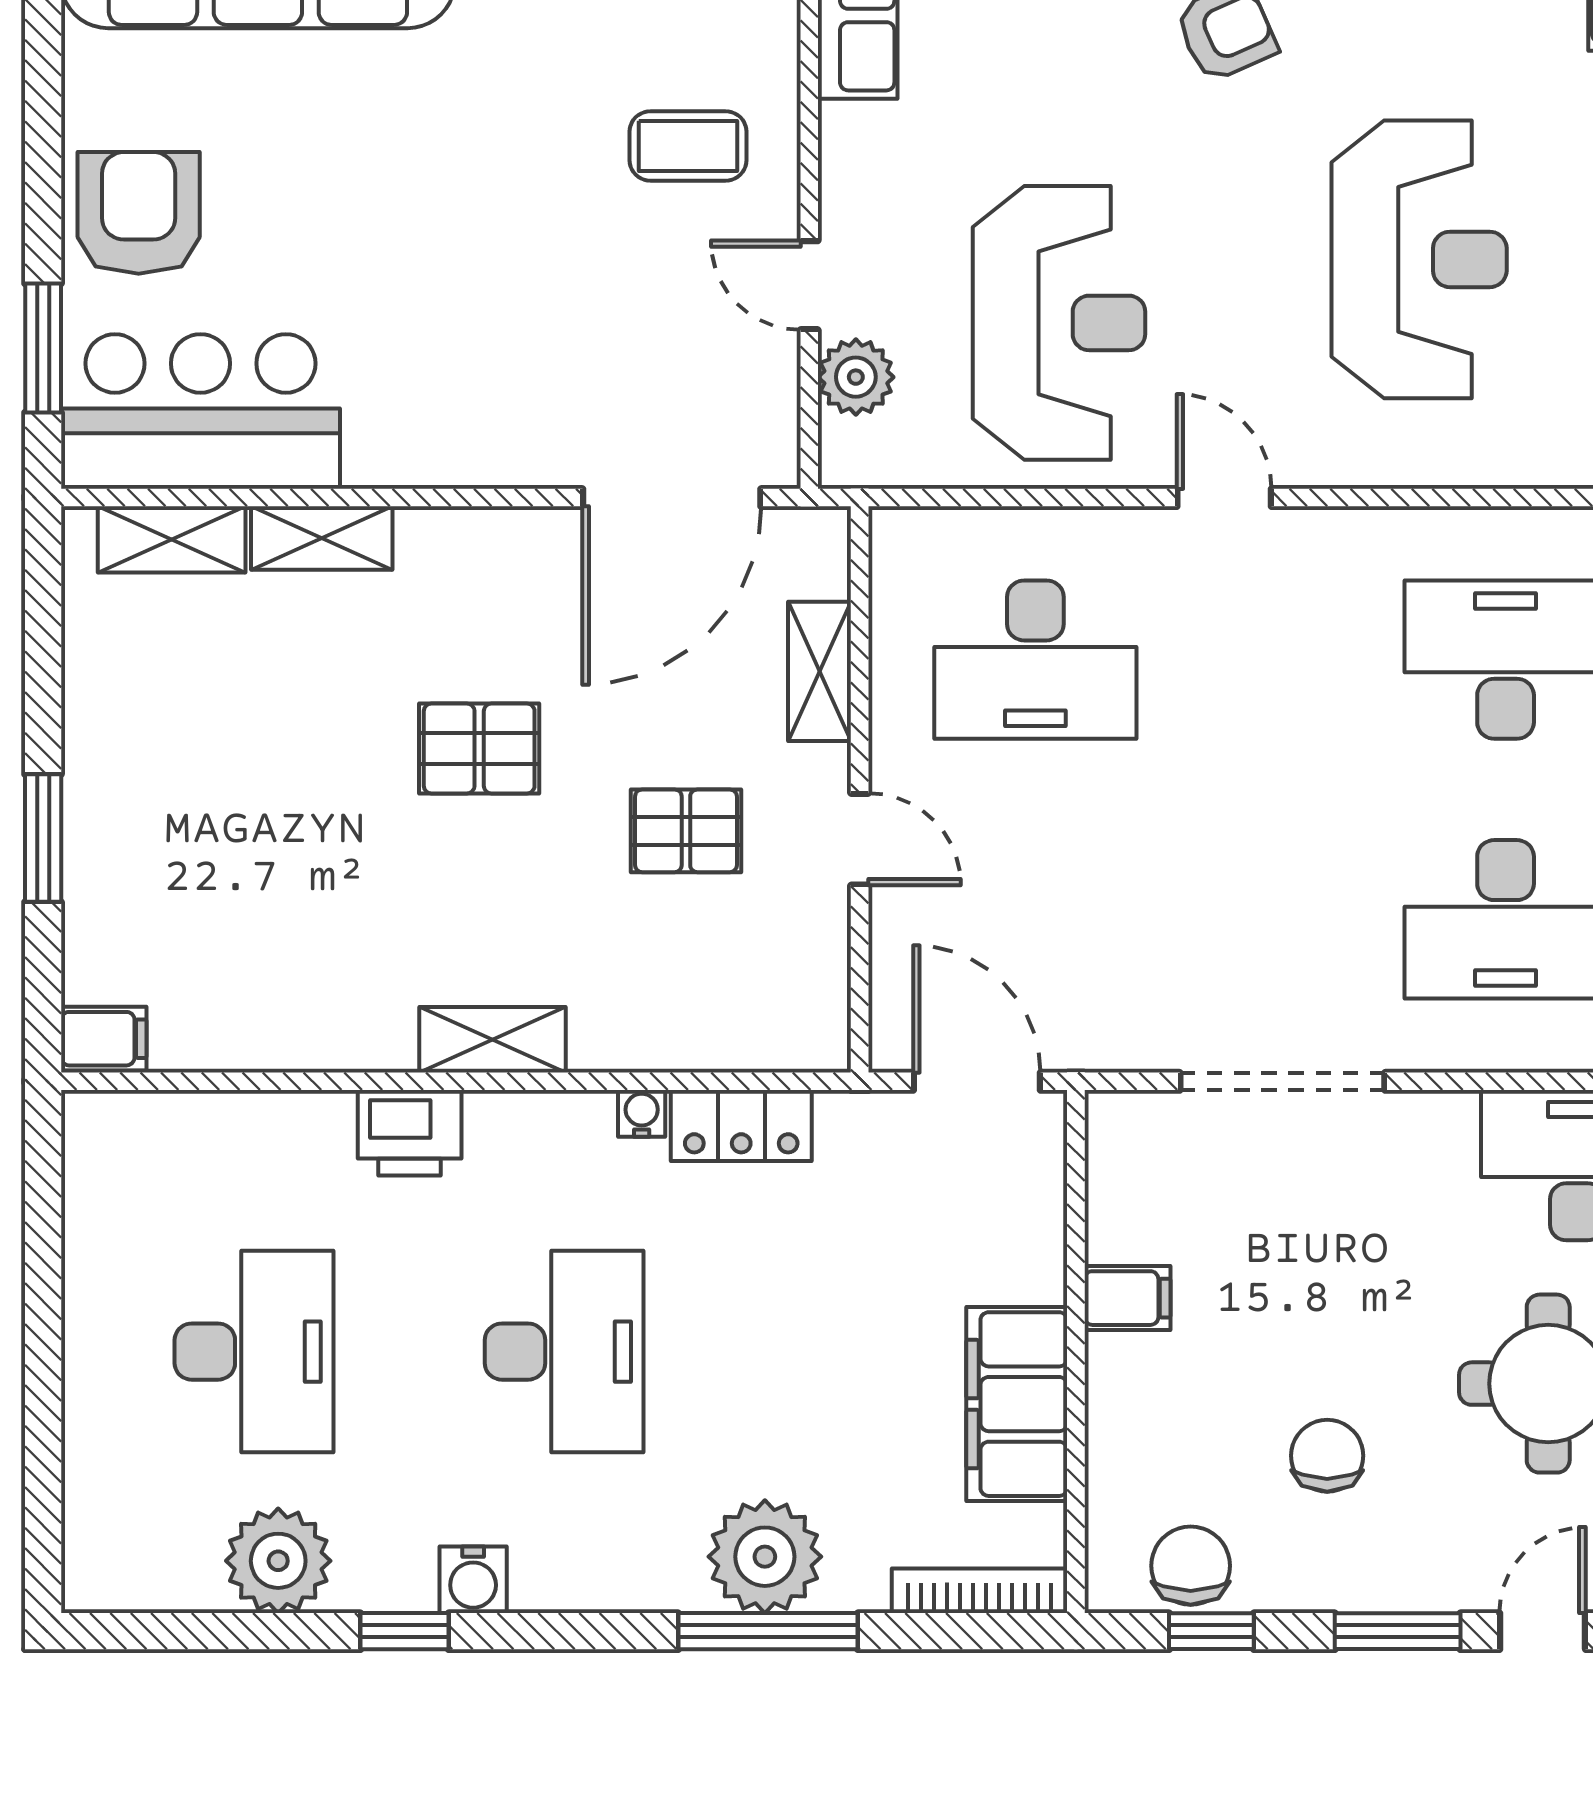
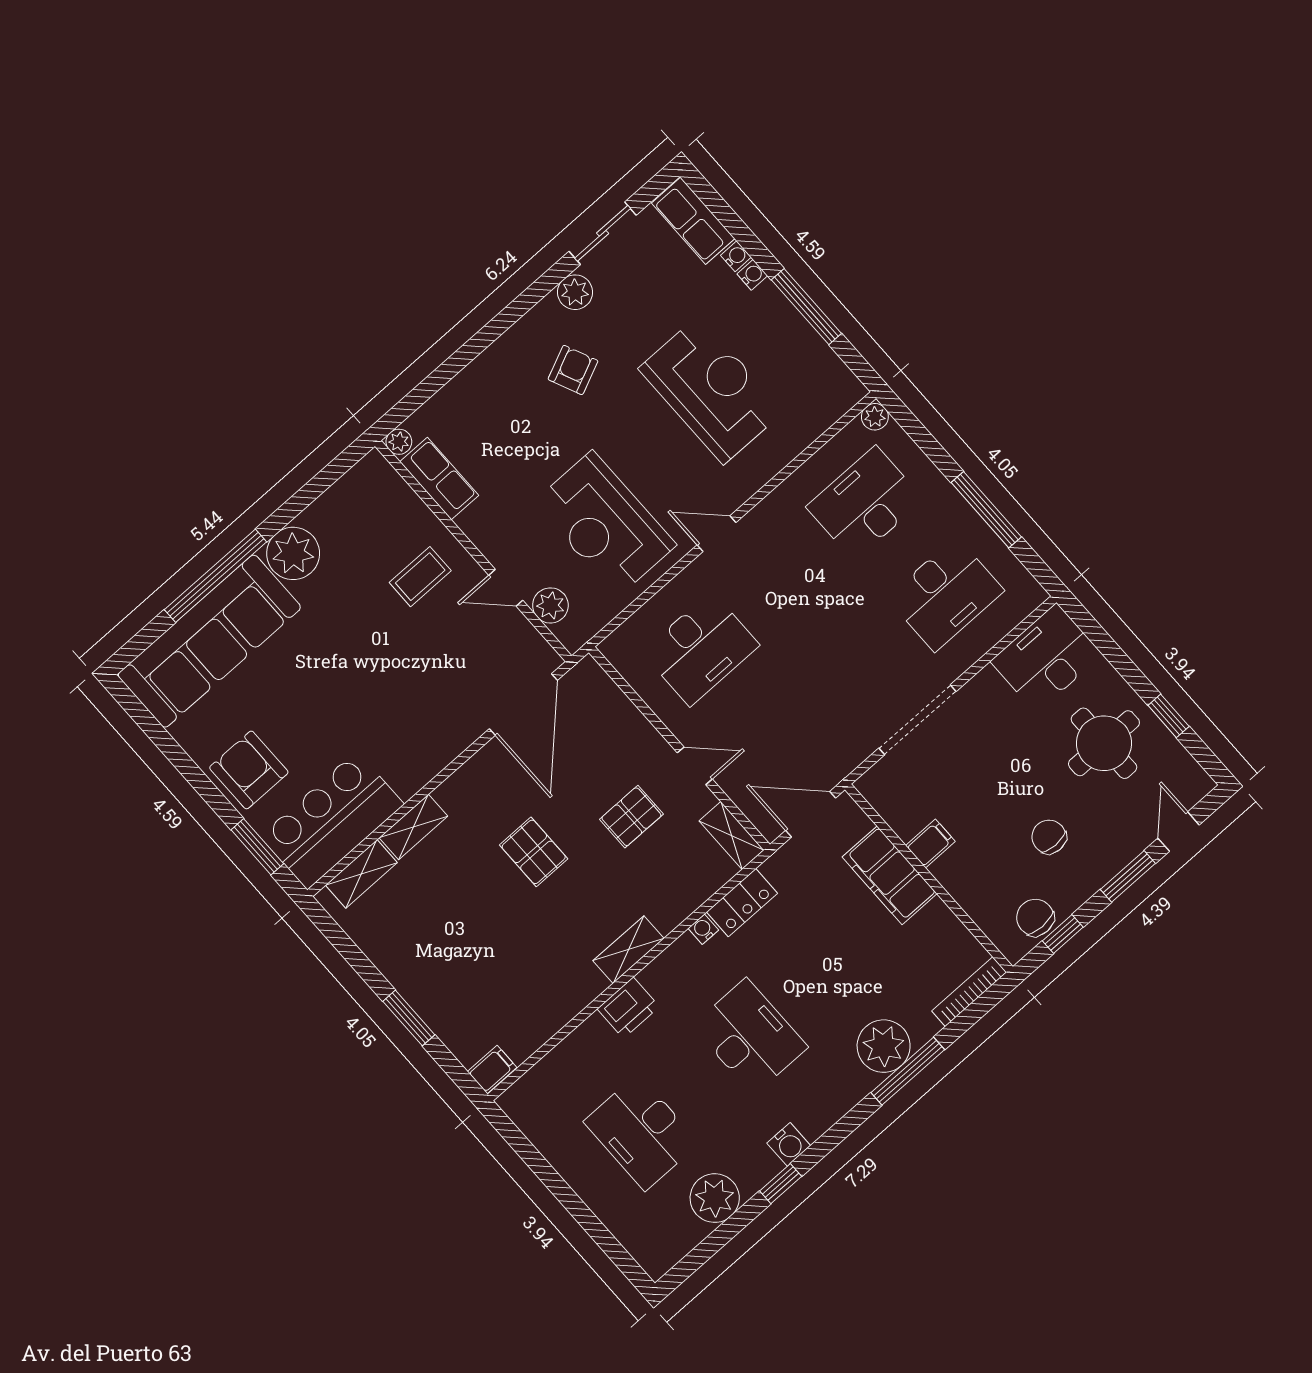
reception desk: (1059, 323) -> (605, 524), turned 180
shelving: (820, 671) -> (731, 836), moved
pallet: (479, 748) -> (534, 852), turned 90
desk: (254, 1352) -> (642, 1132), turned 180
filing cabinet: (1017, 1404) -> (890, 875), moved

